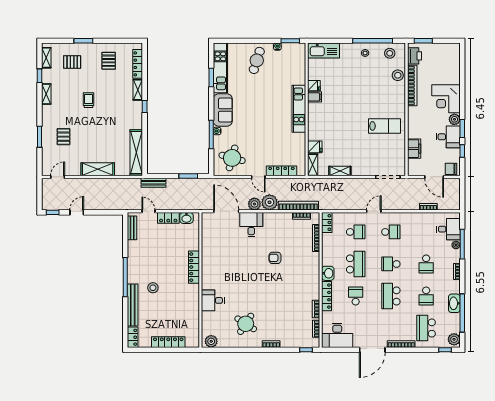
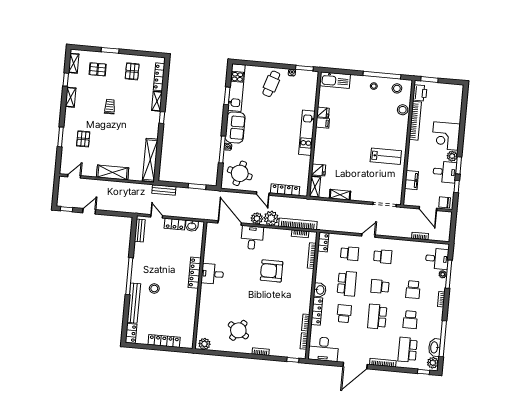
armchair: (275, 258) -> (272, 271), width x1.88, depth x1.88
desk: (213, 300) -> (212, 274), moved
washbasin: (454, 303) -> (435, 347), moved

